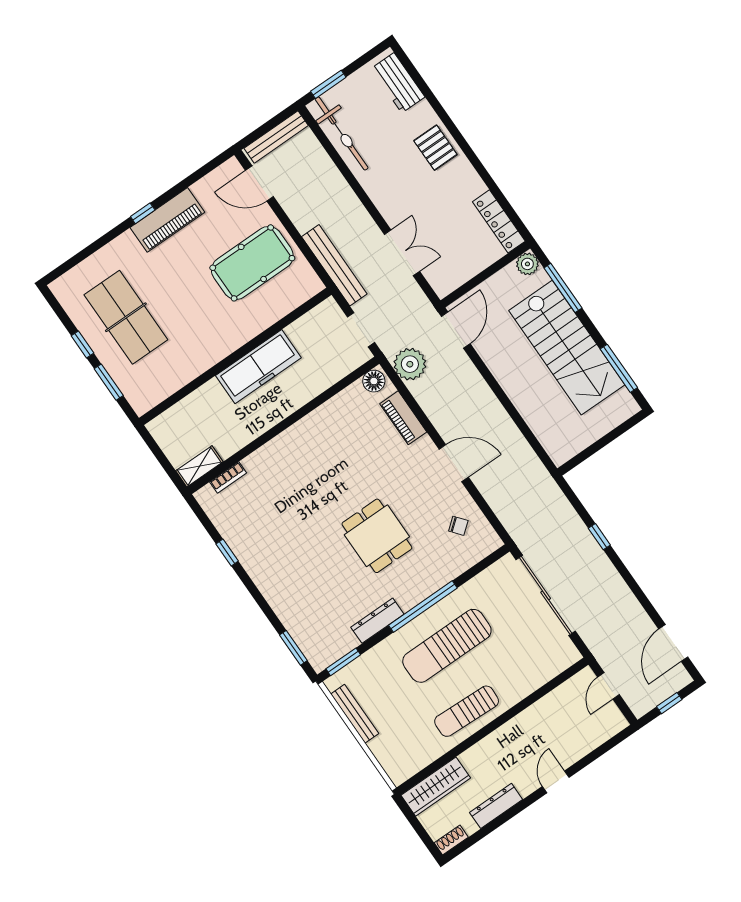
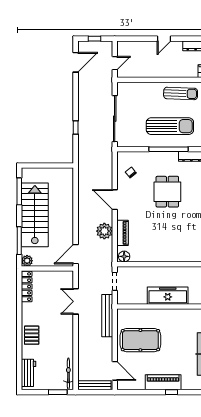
bicycle: (342, 133) -> (68, 374), width x0.73, depth x0.71
plant: (410, 364) -> (104, 231), moved

